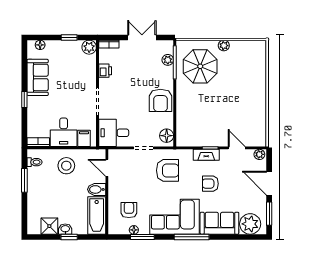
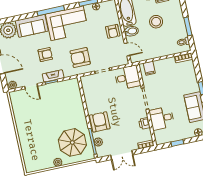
plant: (89, 47) -> (160, 139), removed
armchair: (160, 100) -> (100, 122), moved
desk: (64, 132) -> (162, 118), moved, turned -90
floor lamp: (167, 136) -> (87, 84), removed
stool: (66, 166) -> (156, 22), moved
armchair: (129, 210) -> (113, 31), moved

